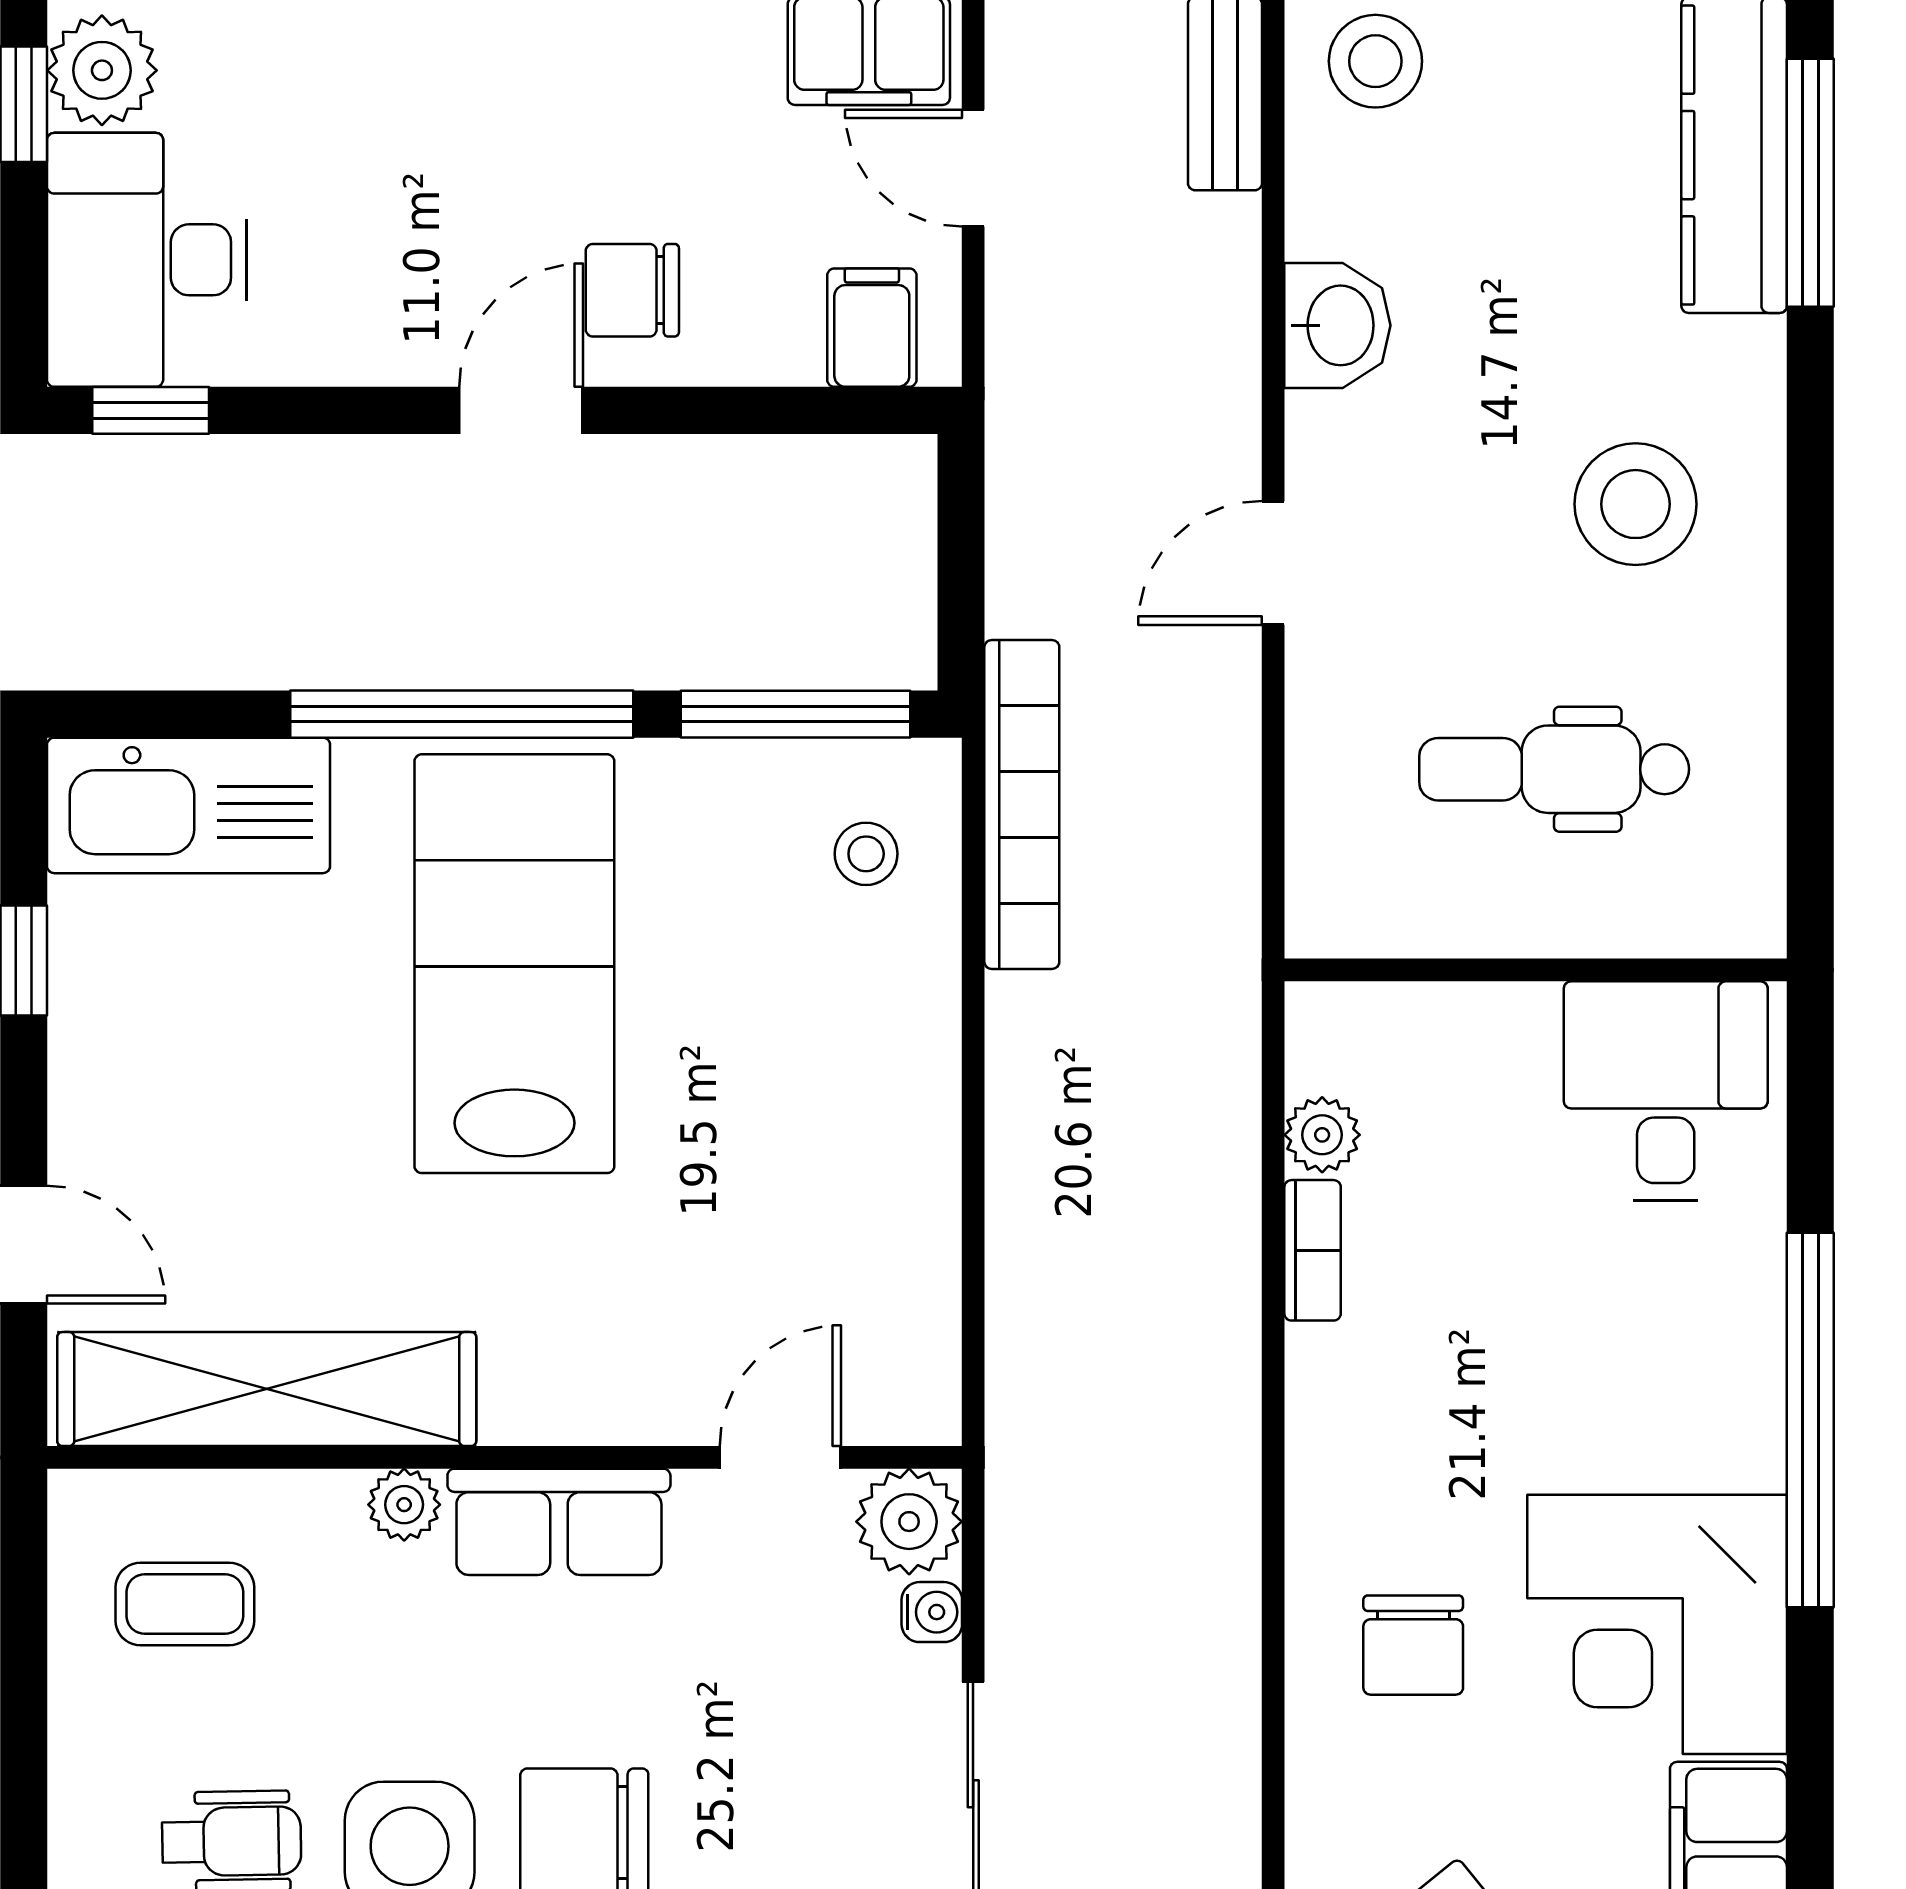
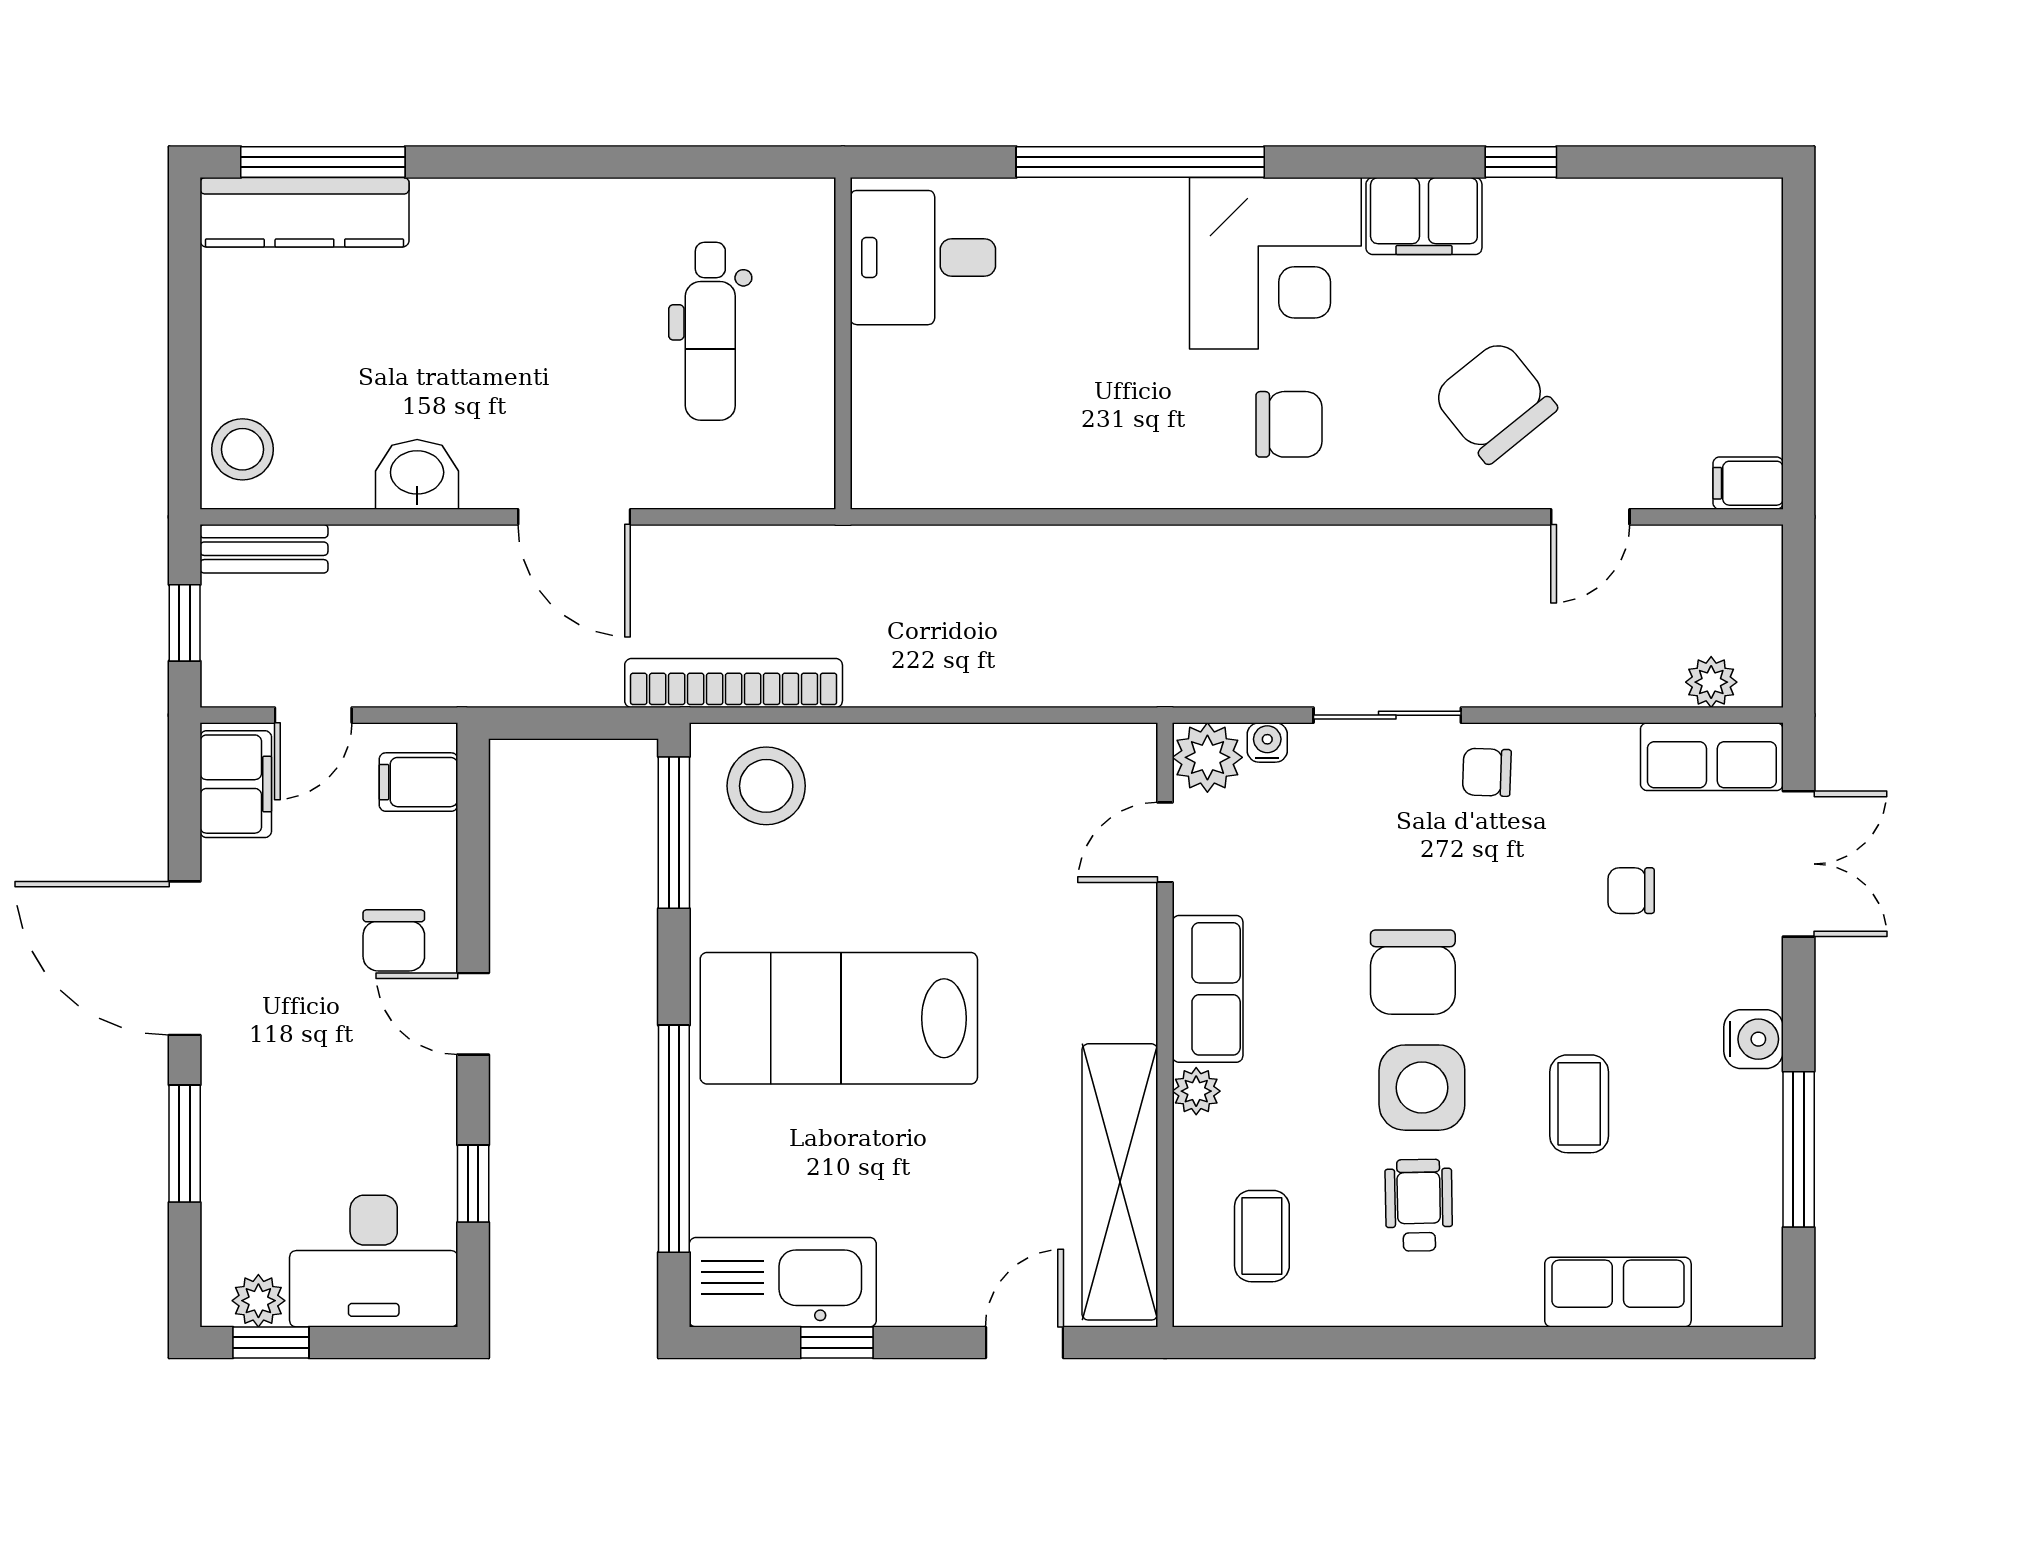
plant: (102, 70) -> (258, 1301), width x0.73, depth x0.73
window: (151, 410) -> (473, 1184), moved
stool: (1636, 504) -> (535, 277), removed
door: (1273, 563) -> (574, 517), width x1.38
window: (462, 714) -> (674, 1139), moved
kitchen sink: (189, 805) -> (783, 1282), moved, turned -90
stool: (866, 854) -> (766, 786), width x1.89, depth x1.89
plant: (1322, 1135) -> (952, 485), removed
bookcase: (1313, 1250) -> (1028, 491), removed
door: (780, 1457) -> (1165, 842), hinge flipped

